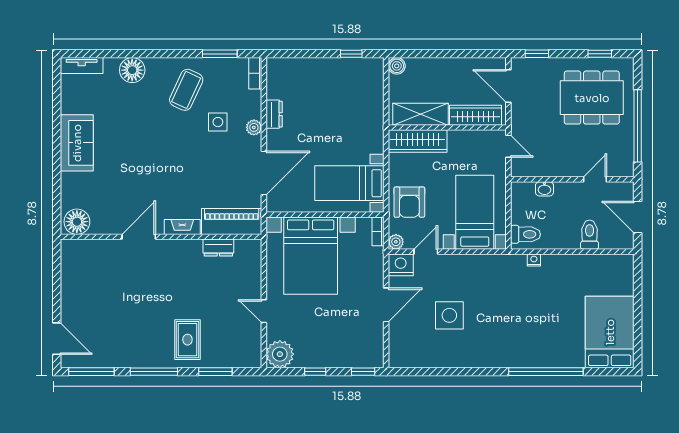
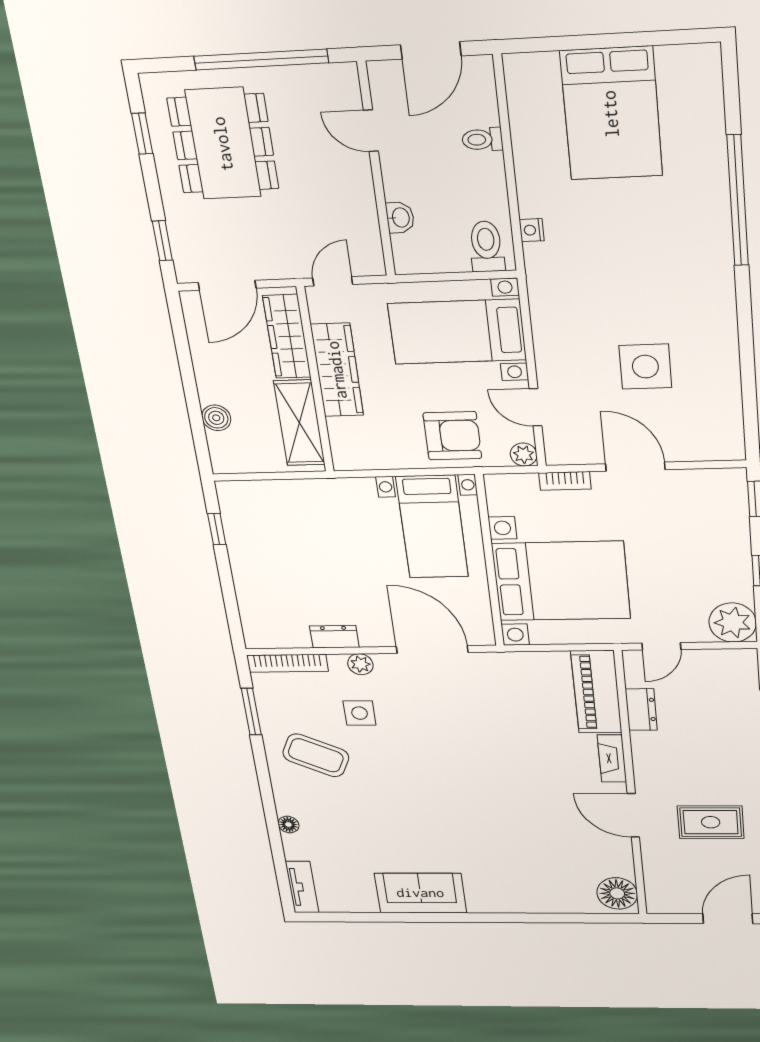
boiler: (397, 66) -> (216, 418), moved
floor lamp: (132, 70) -> (288, 825), width x0.53, depth x0.53
bookcase: (255, 73) -> (287, 663), width x1.56
wardrobe: (418, 141) -> (337, 370), moved
floor lamp: (77, 222) -> (617, 893), moved
piano: (232, 222) -> (596, 692), moved
fireplace: (182, 227) -> (612, 758), moved
bookcase: (378, 231) -> (565, 481), moved
toilet: (590, 235) -> (482, 139), width x0.73, depth x0.72
door: (139, 237) -> (633, 815), moved
wall: (161, 237) -> (631, 786), moved
dresser: (218, 248) -> (641, 710), moved
nightstand: (401, 265) -> (563, 446), removed
bed: (610, 332) -> (611, 114), moved, turned -90
rug: (187, 340) -> (711, 822), moved

